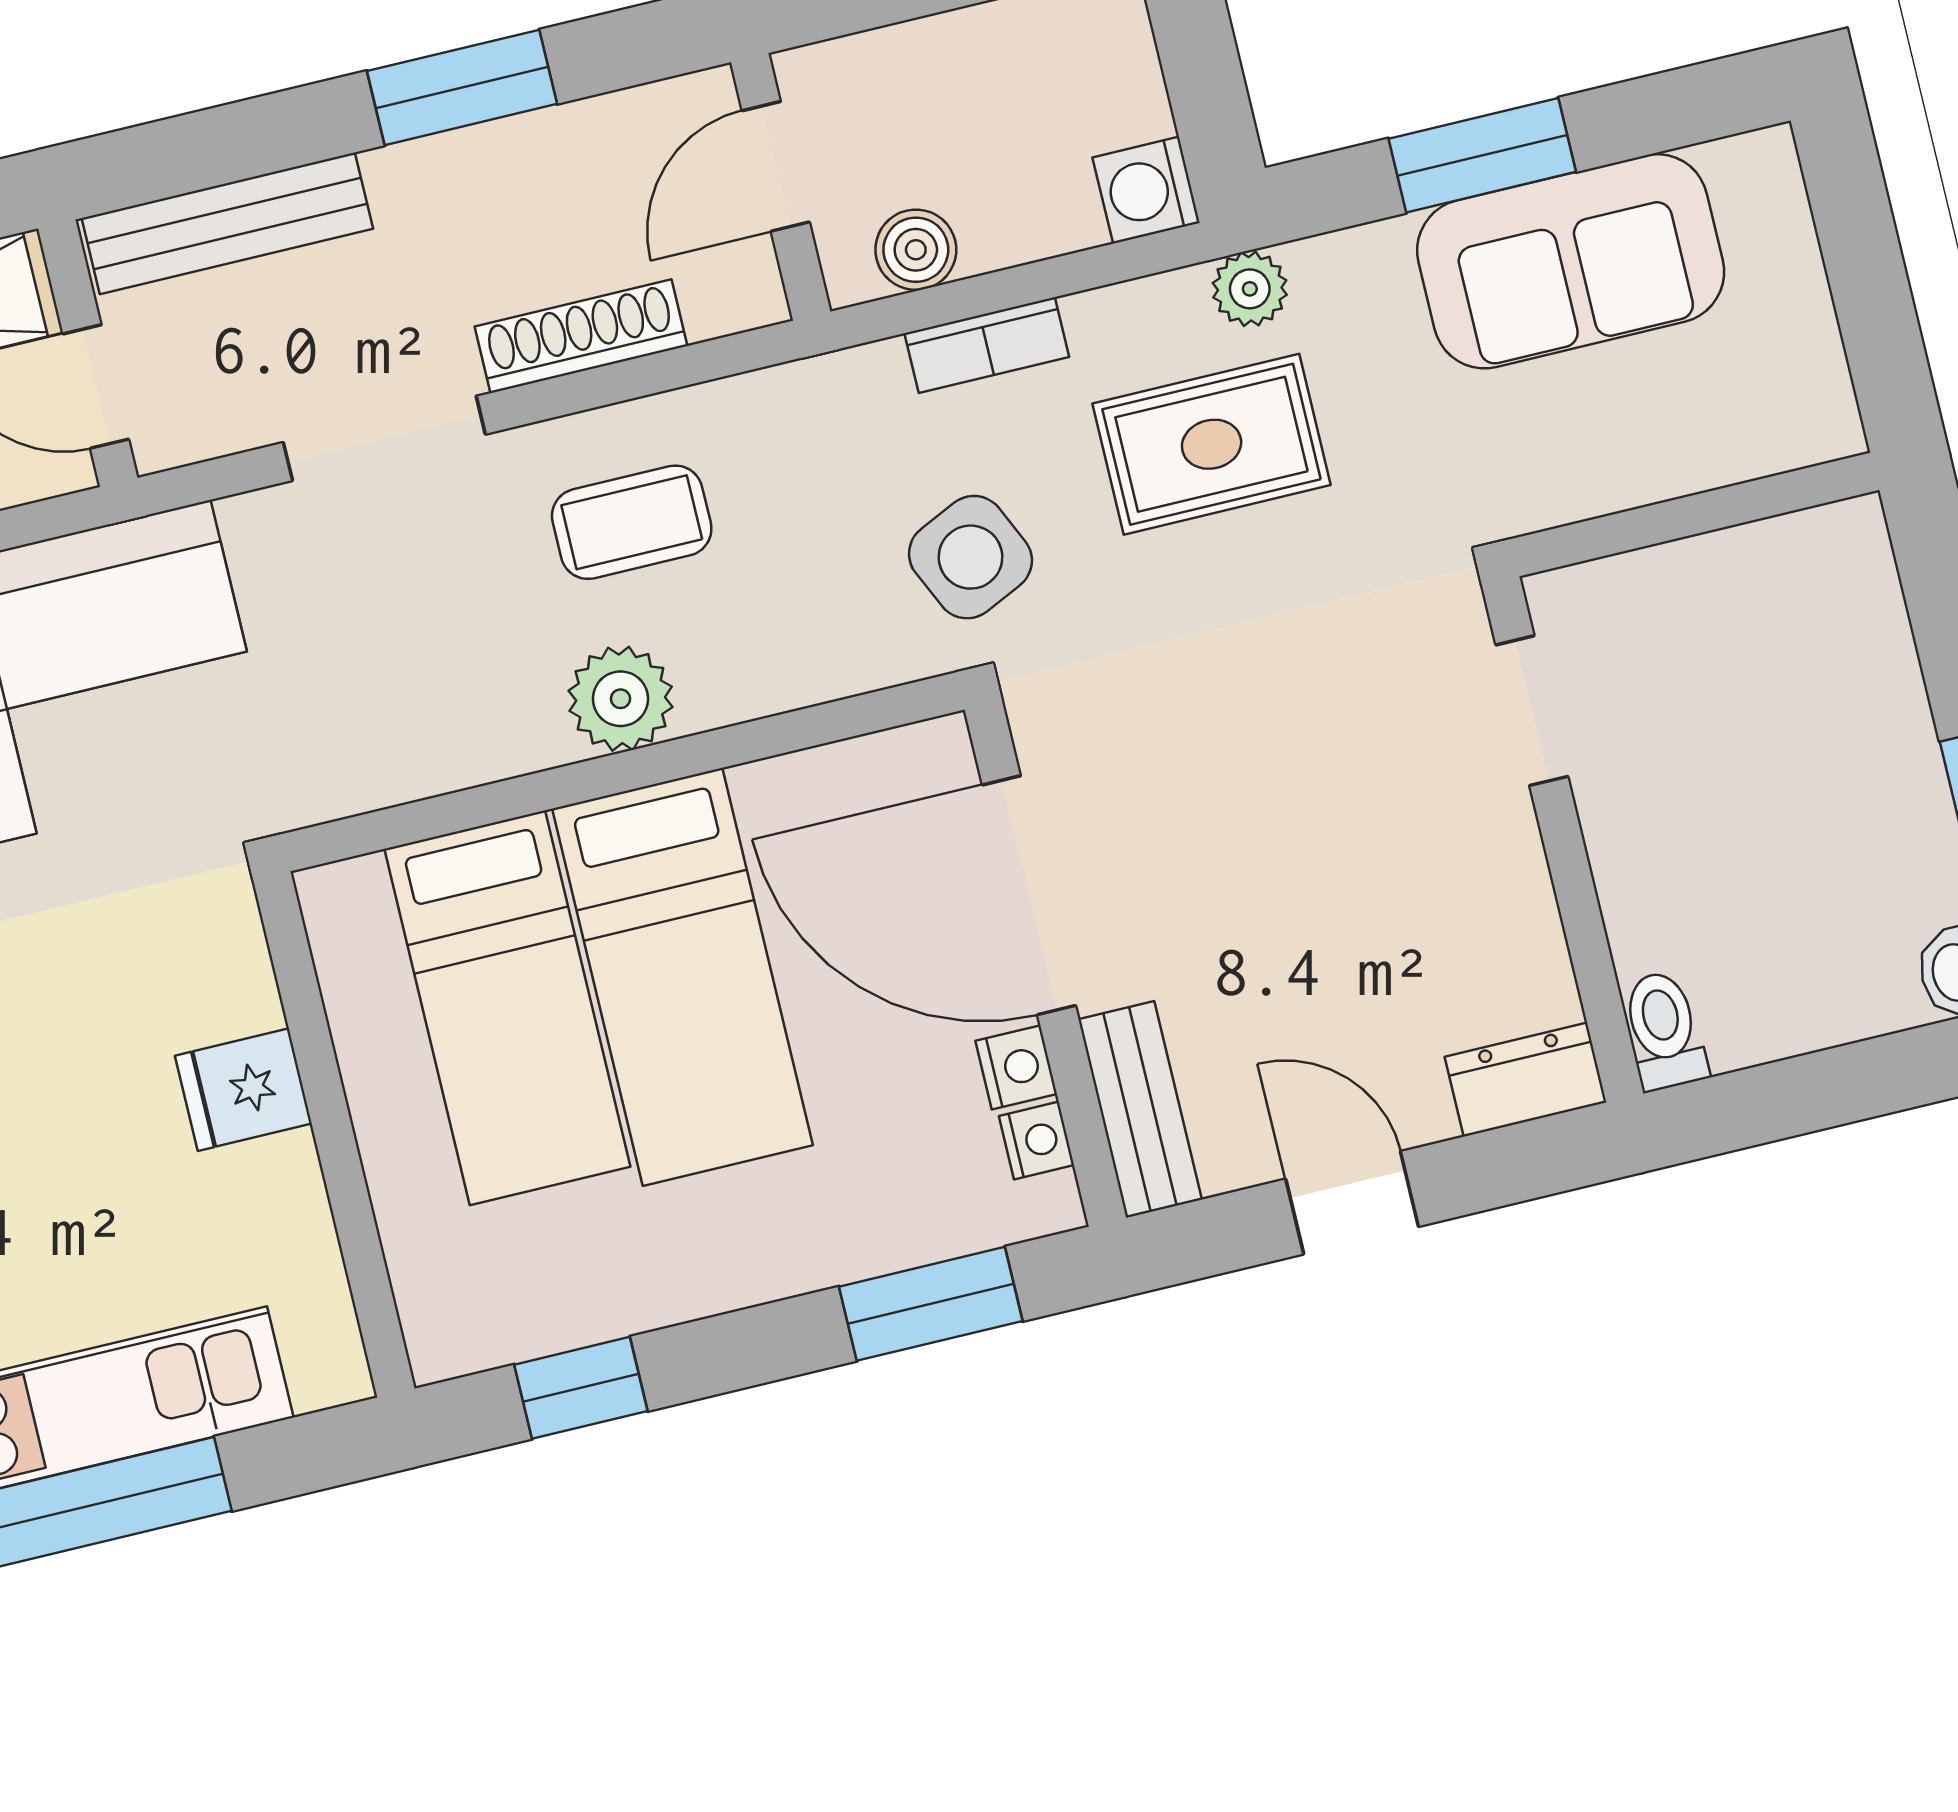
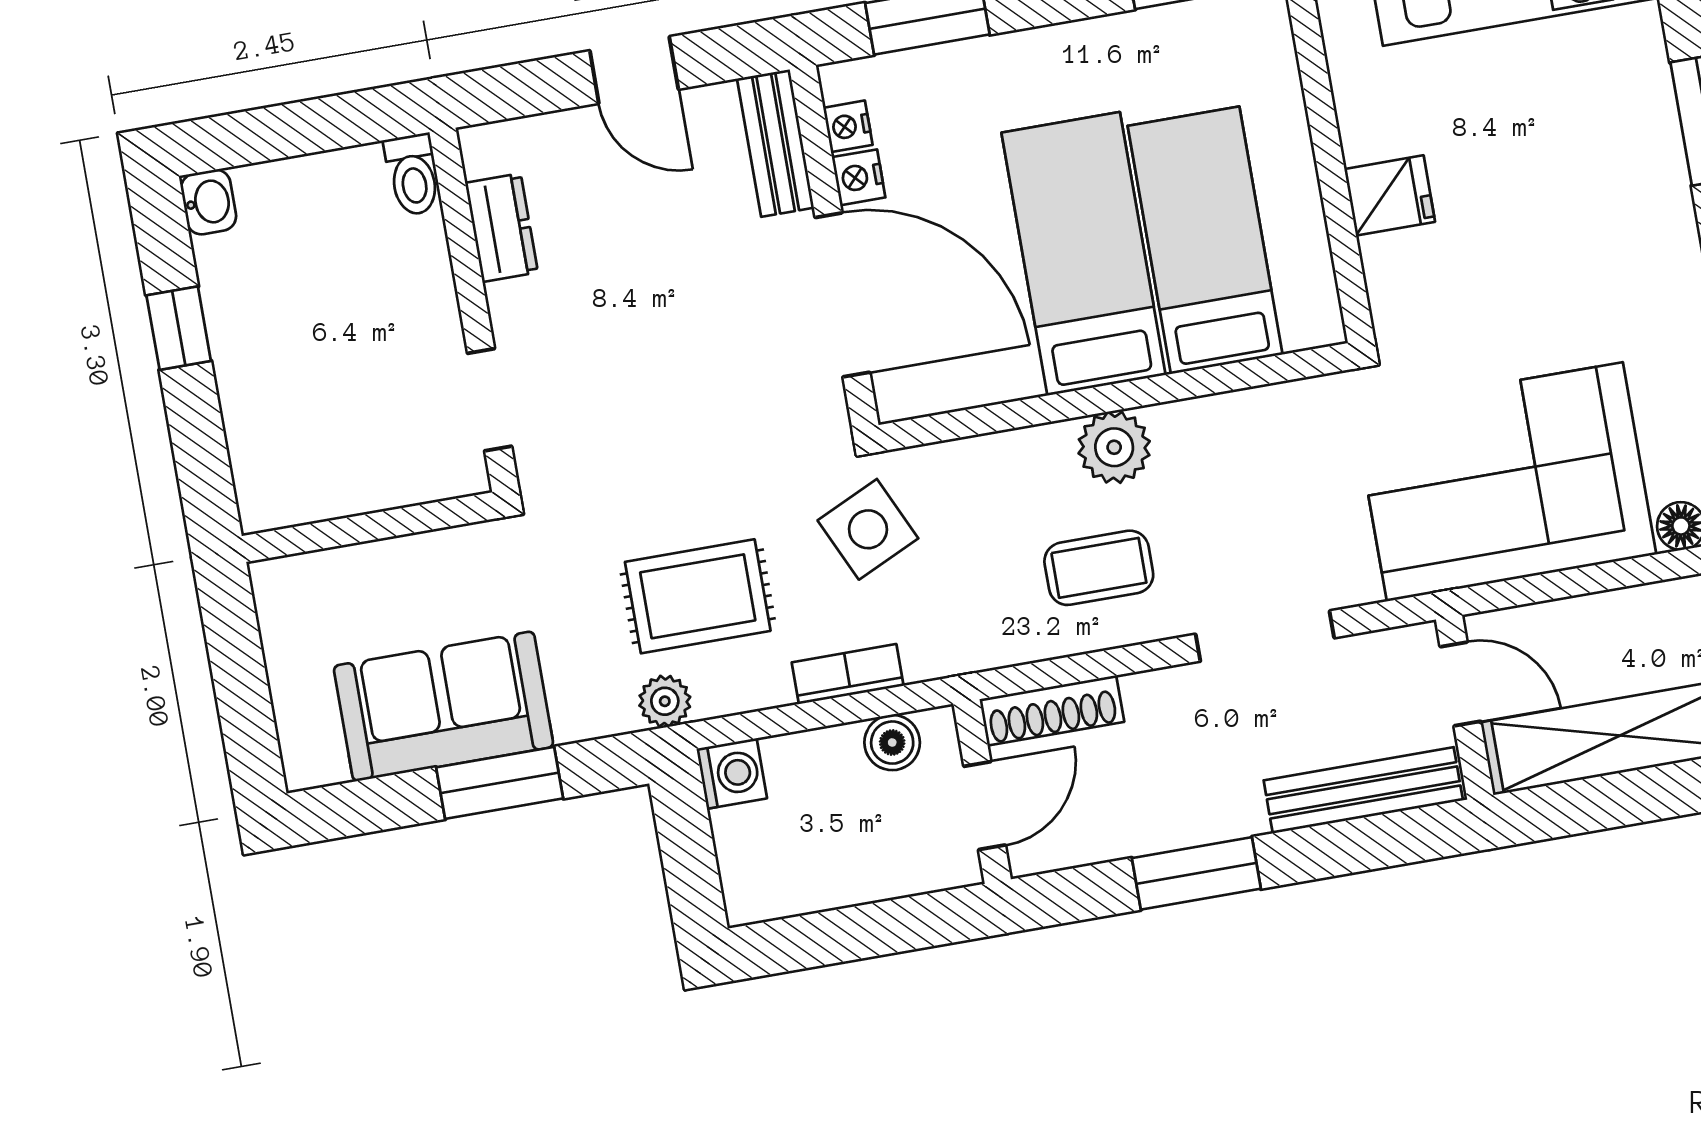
shoe rack: (581, 336) -> (1052, 710), moved
dresser: (1526, 1080) -> (502, 228), moved, turned -90

